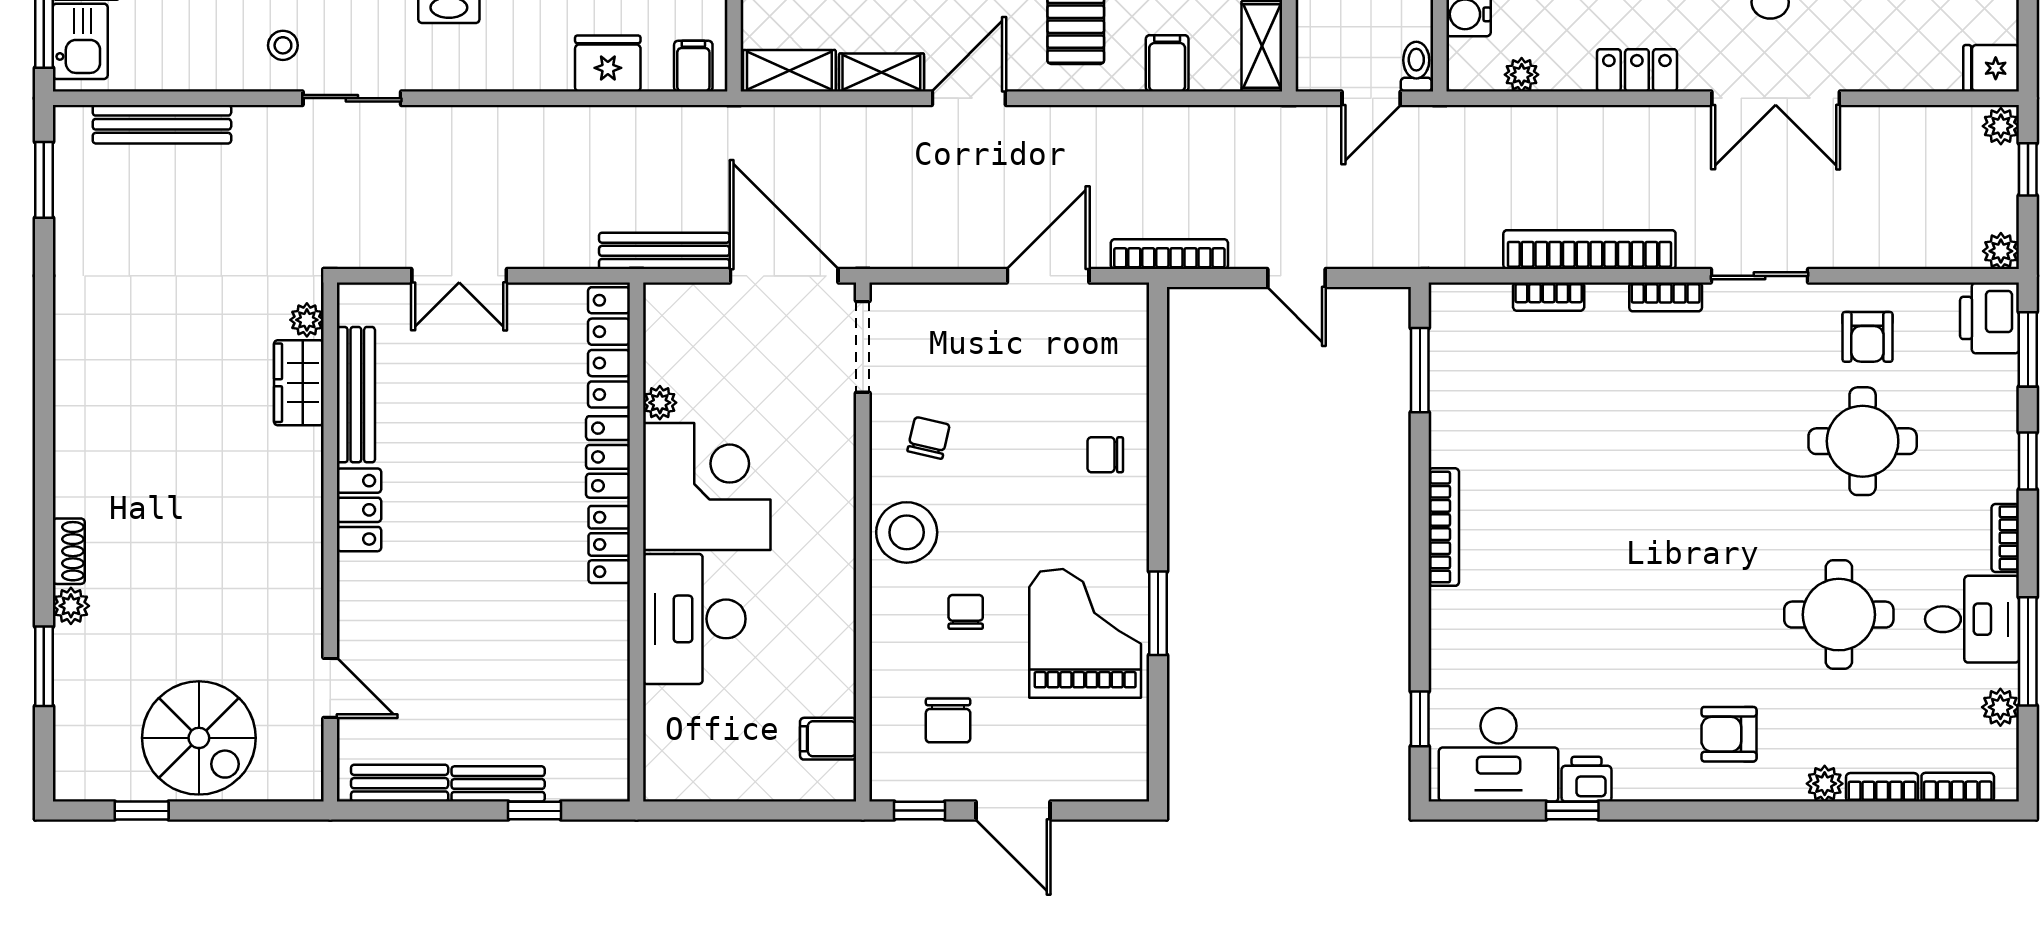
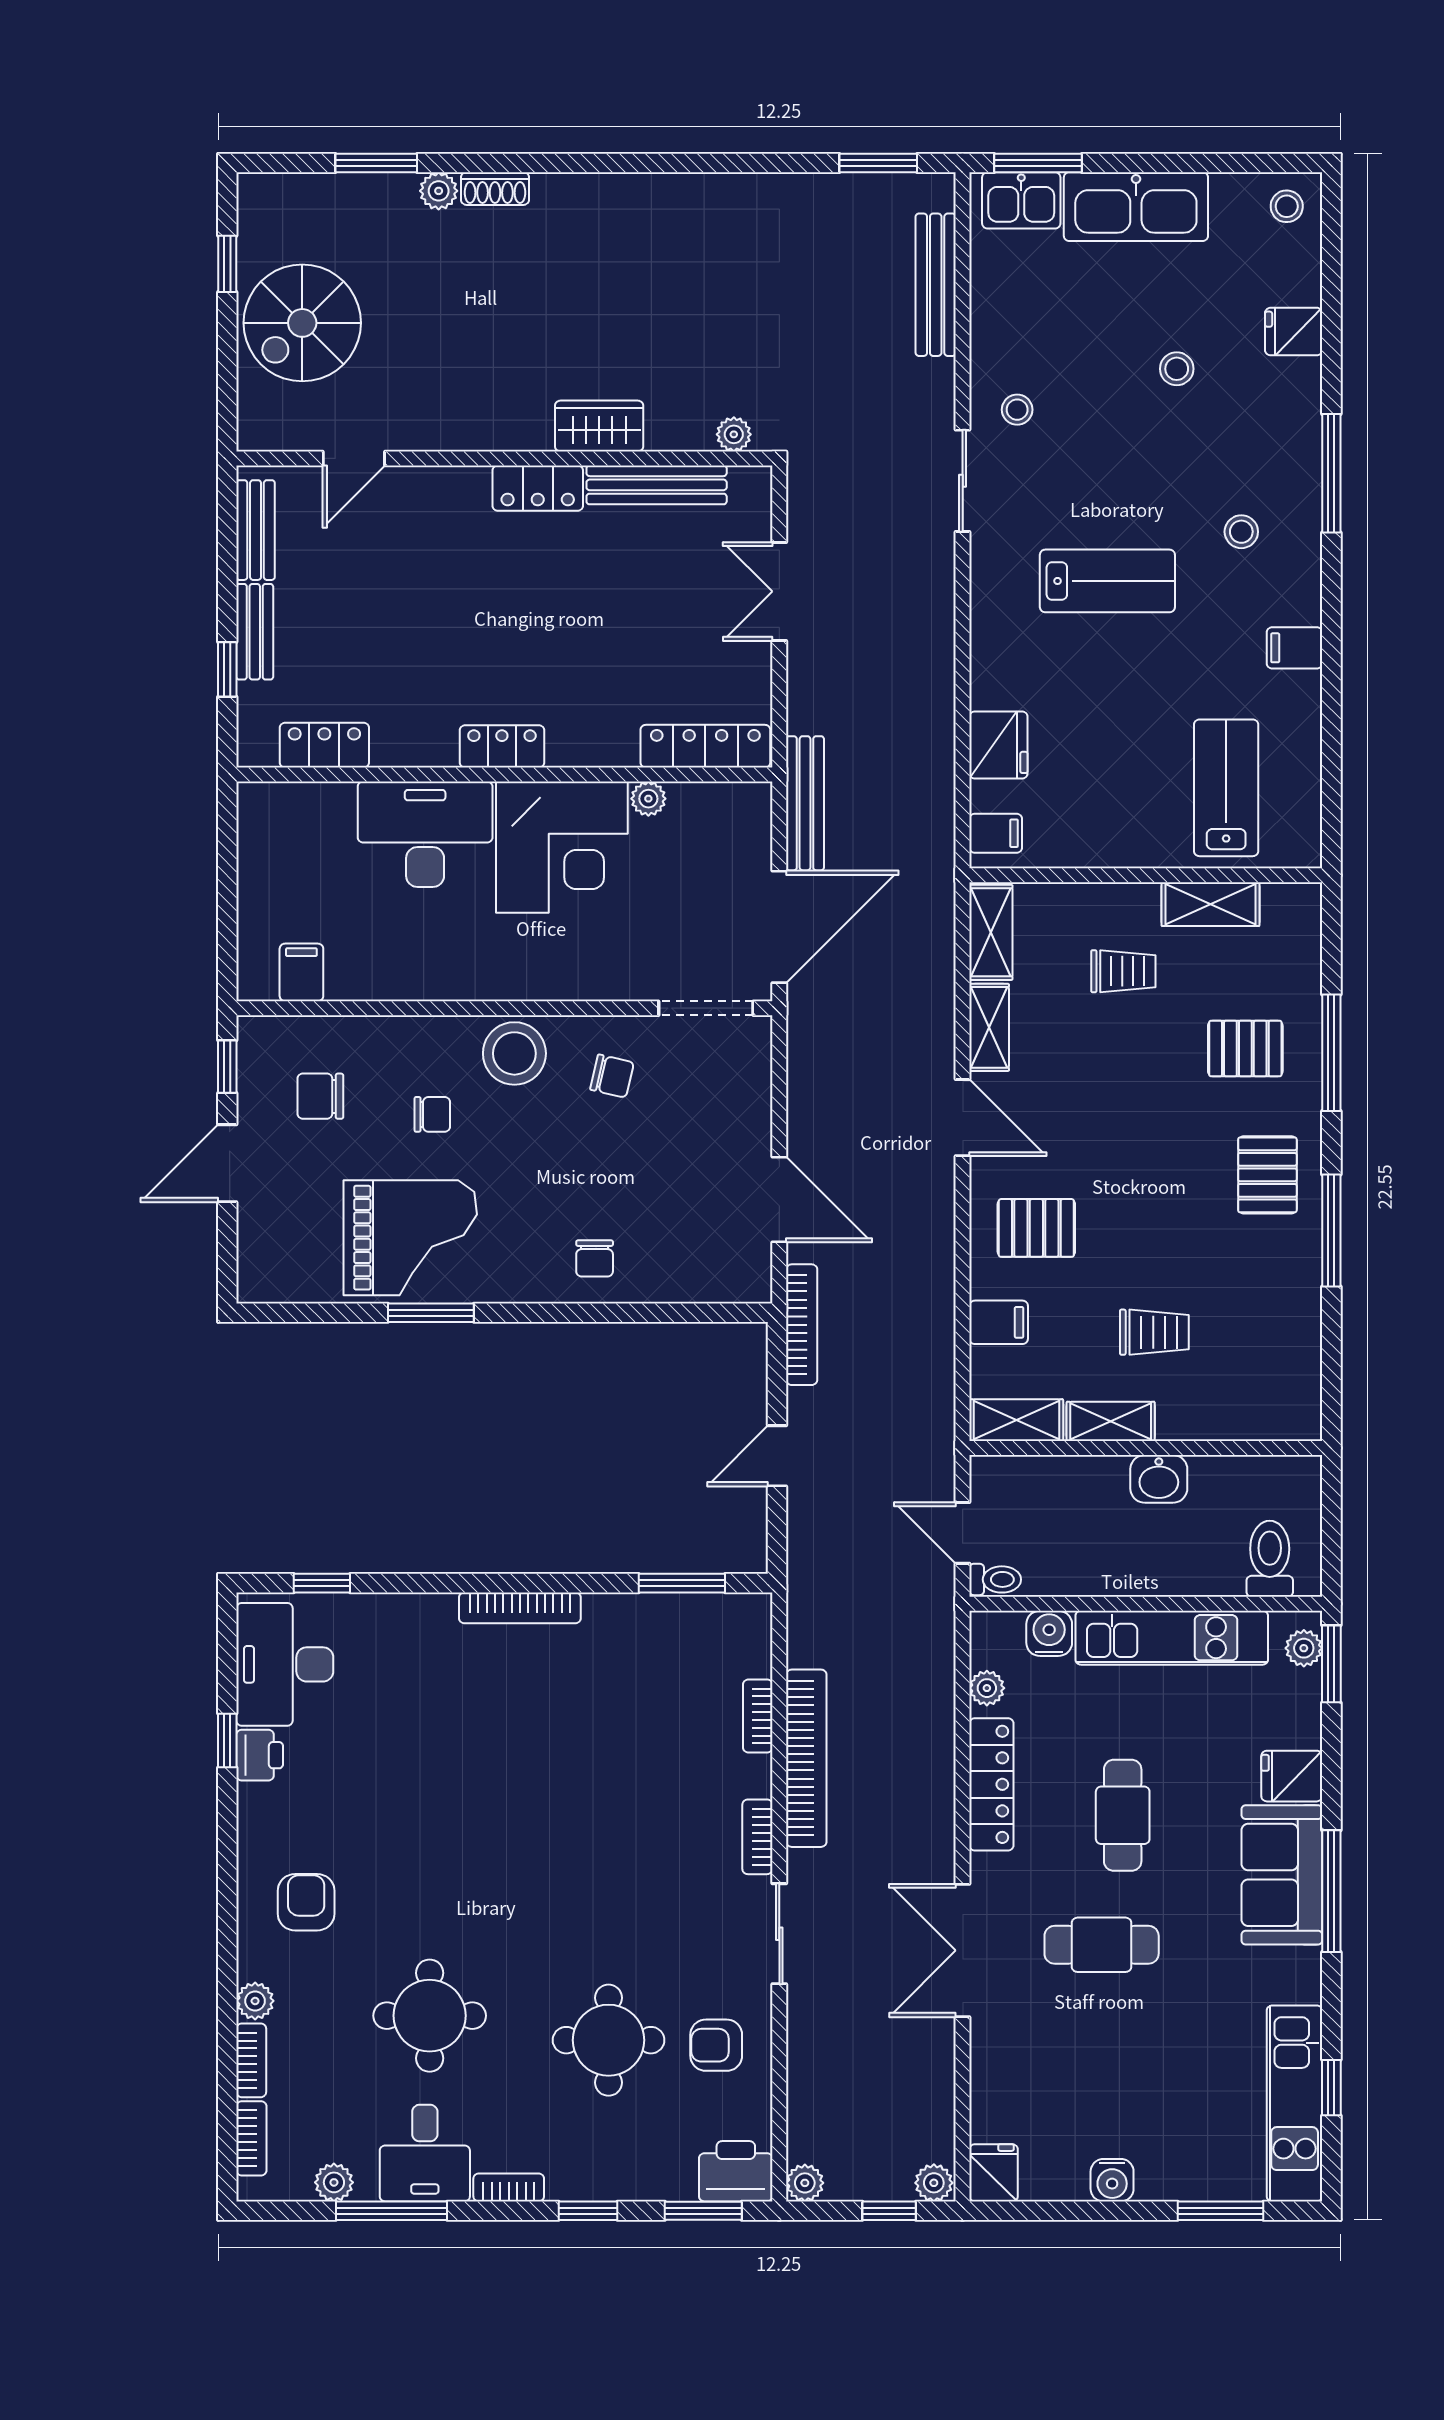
locker: (1637, 70) -> (991, 1784), width x1.53
wardrobe: (299, 383) -> (599, 426), moved
chair: (1105, 455) -> (595, 1258), turned 180
locker: (608, 457) -> (324, 745), moved

